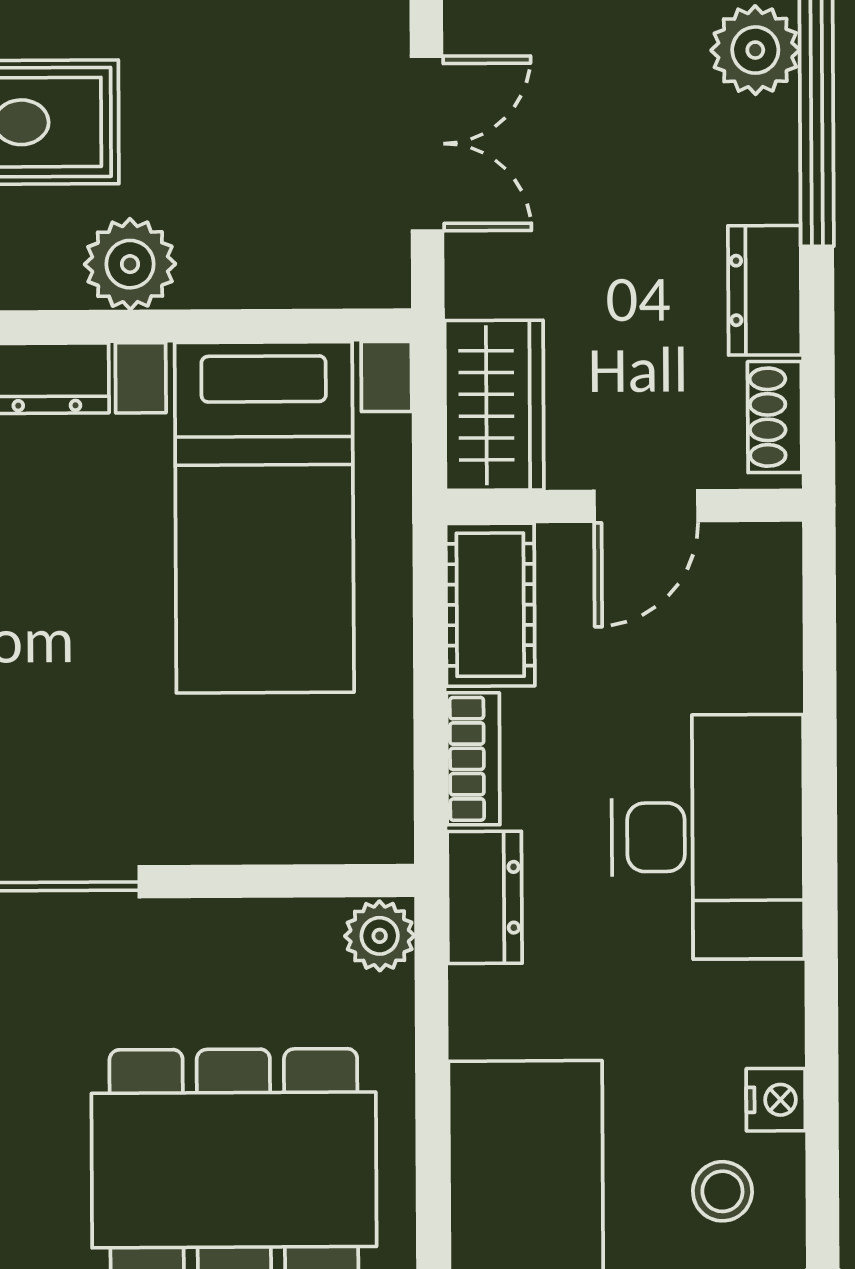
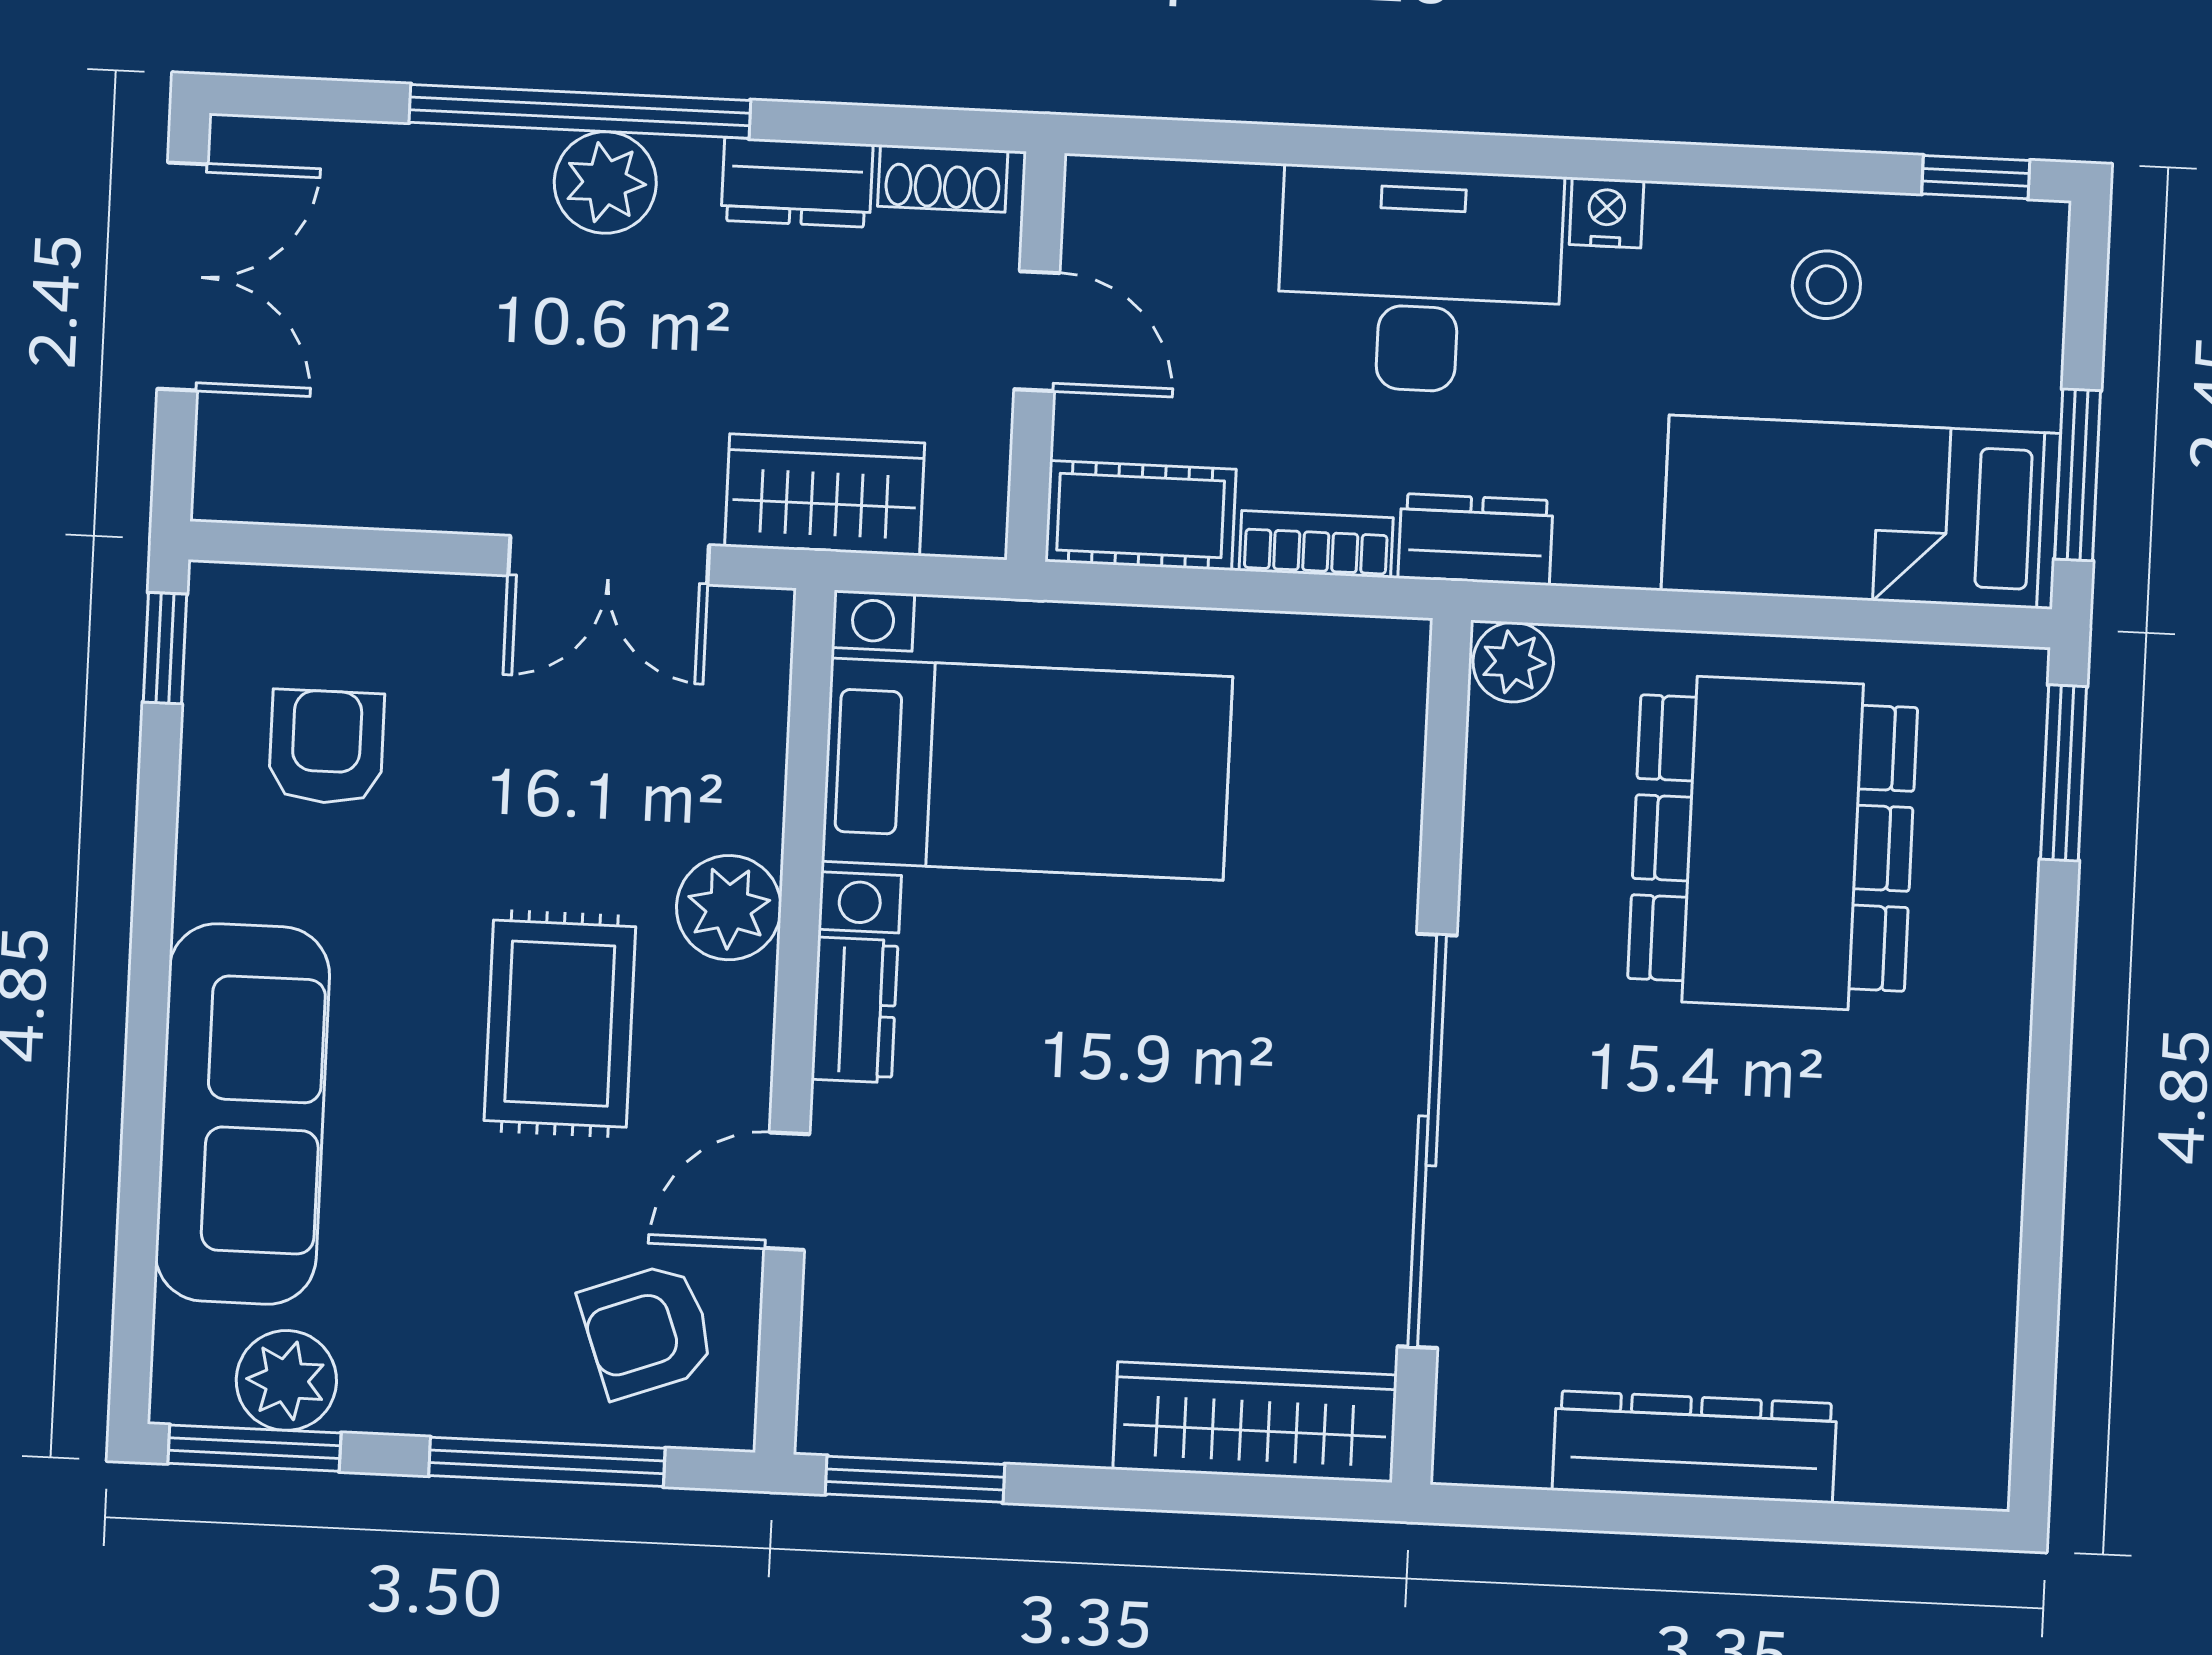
plant: (755, 50) -> (605, 183), moved
double door: (427, 144) -> (609, 560), swing flipped
wardrobe: (494, 405) -> (825, 495), moved
nightstand: (776, 1100) -> (1607, 213), moved

